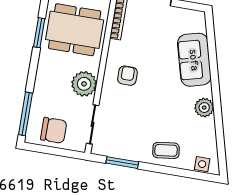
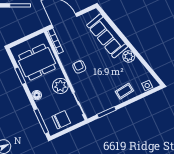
sofa: (194, 60) -> (107, 36), width x1.36
floor lamp: (43, 74) -> (37, 95), added

